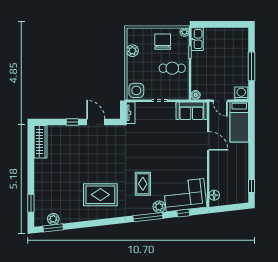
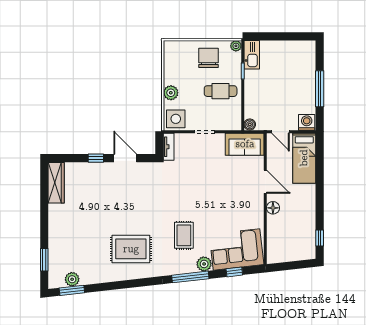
plant: (132, 51) -> (171, 93), moved
floor lamp: (214, 195) -> (273, 208), moved

